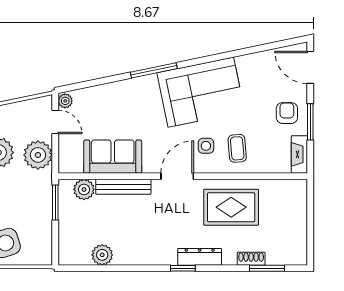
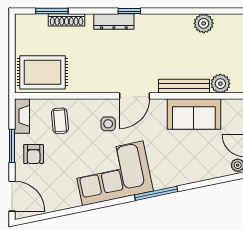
coffee table: (237, 148) -> (60, 121), moved
rug: (231, 207) -> (42, 72), moved
shoe rack: (251, 259) -> (67, 20), width x1.43

